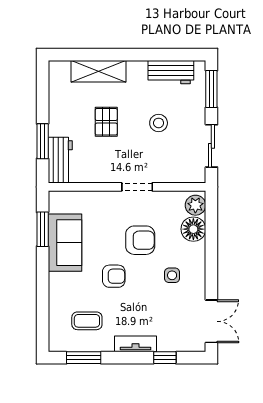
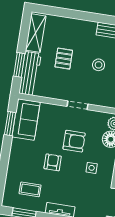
shelving: (98, 71) -> (36, 33), moved, turned 90
workbench: (60, 160) -> (30, 74), width x1.38
sofa: (65, 243) -> (26, 119), moved
armchair: (114, 276) -> (53, 162), turned -90

